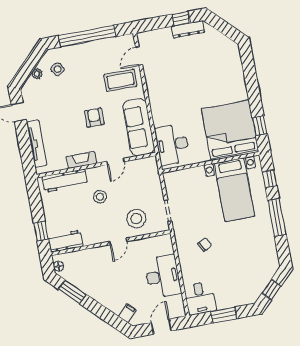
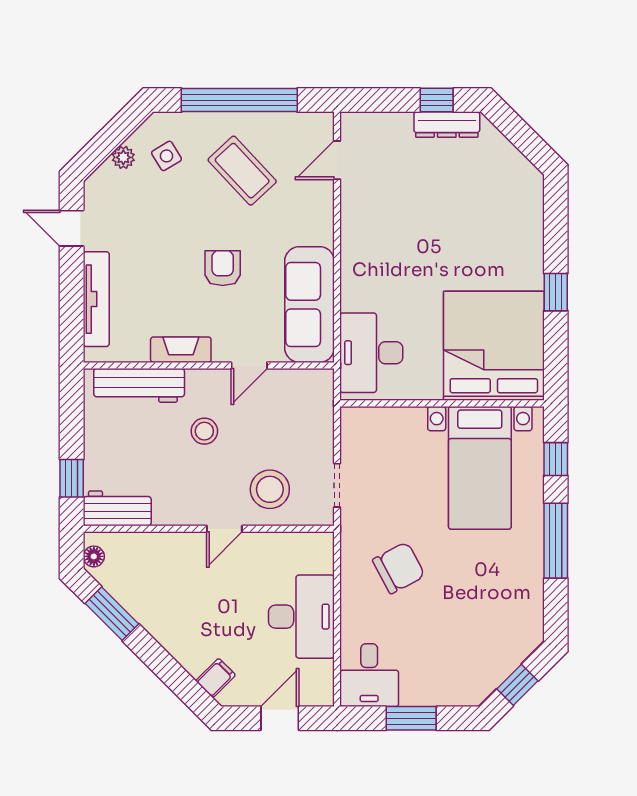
coffee table: (120, 80) -> (242, 171), moved, turned 47
window: (260, 126) -> (556, 292), moved
chair: (205, 244) -> (399, 568), width x1.87, depth x1.87

